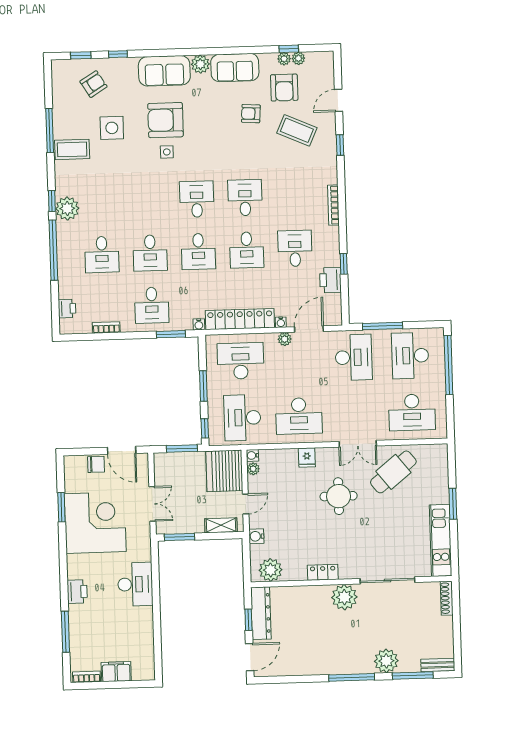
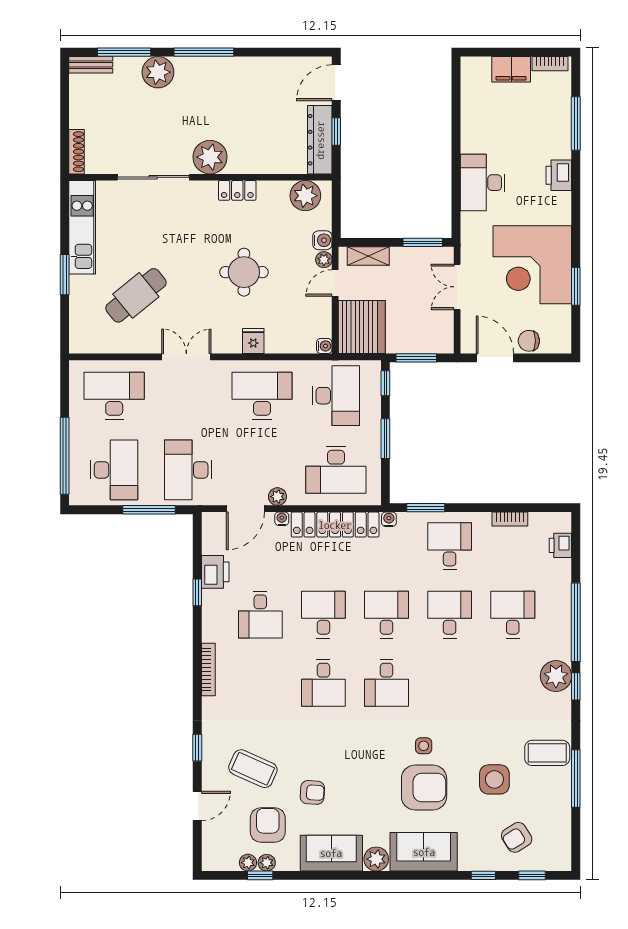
plant: (253, 469) -> (324, 260), moved
cafe table: (393, 472) -> (136, 295), moved
round table: (339, 496) -> (244, 272), moved

